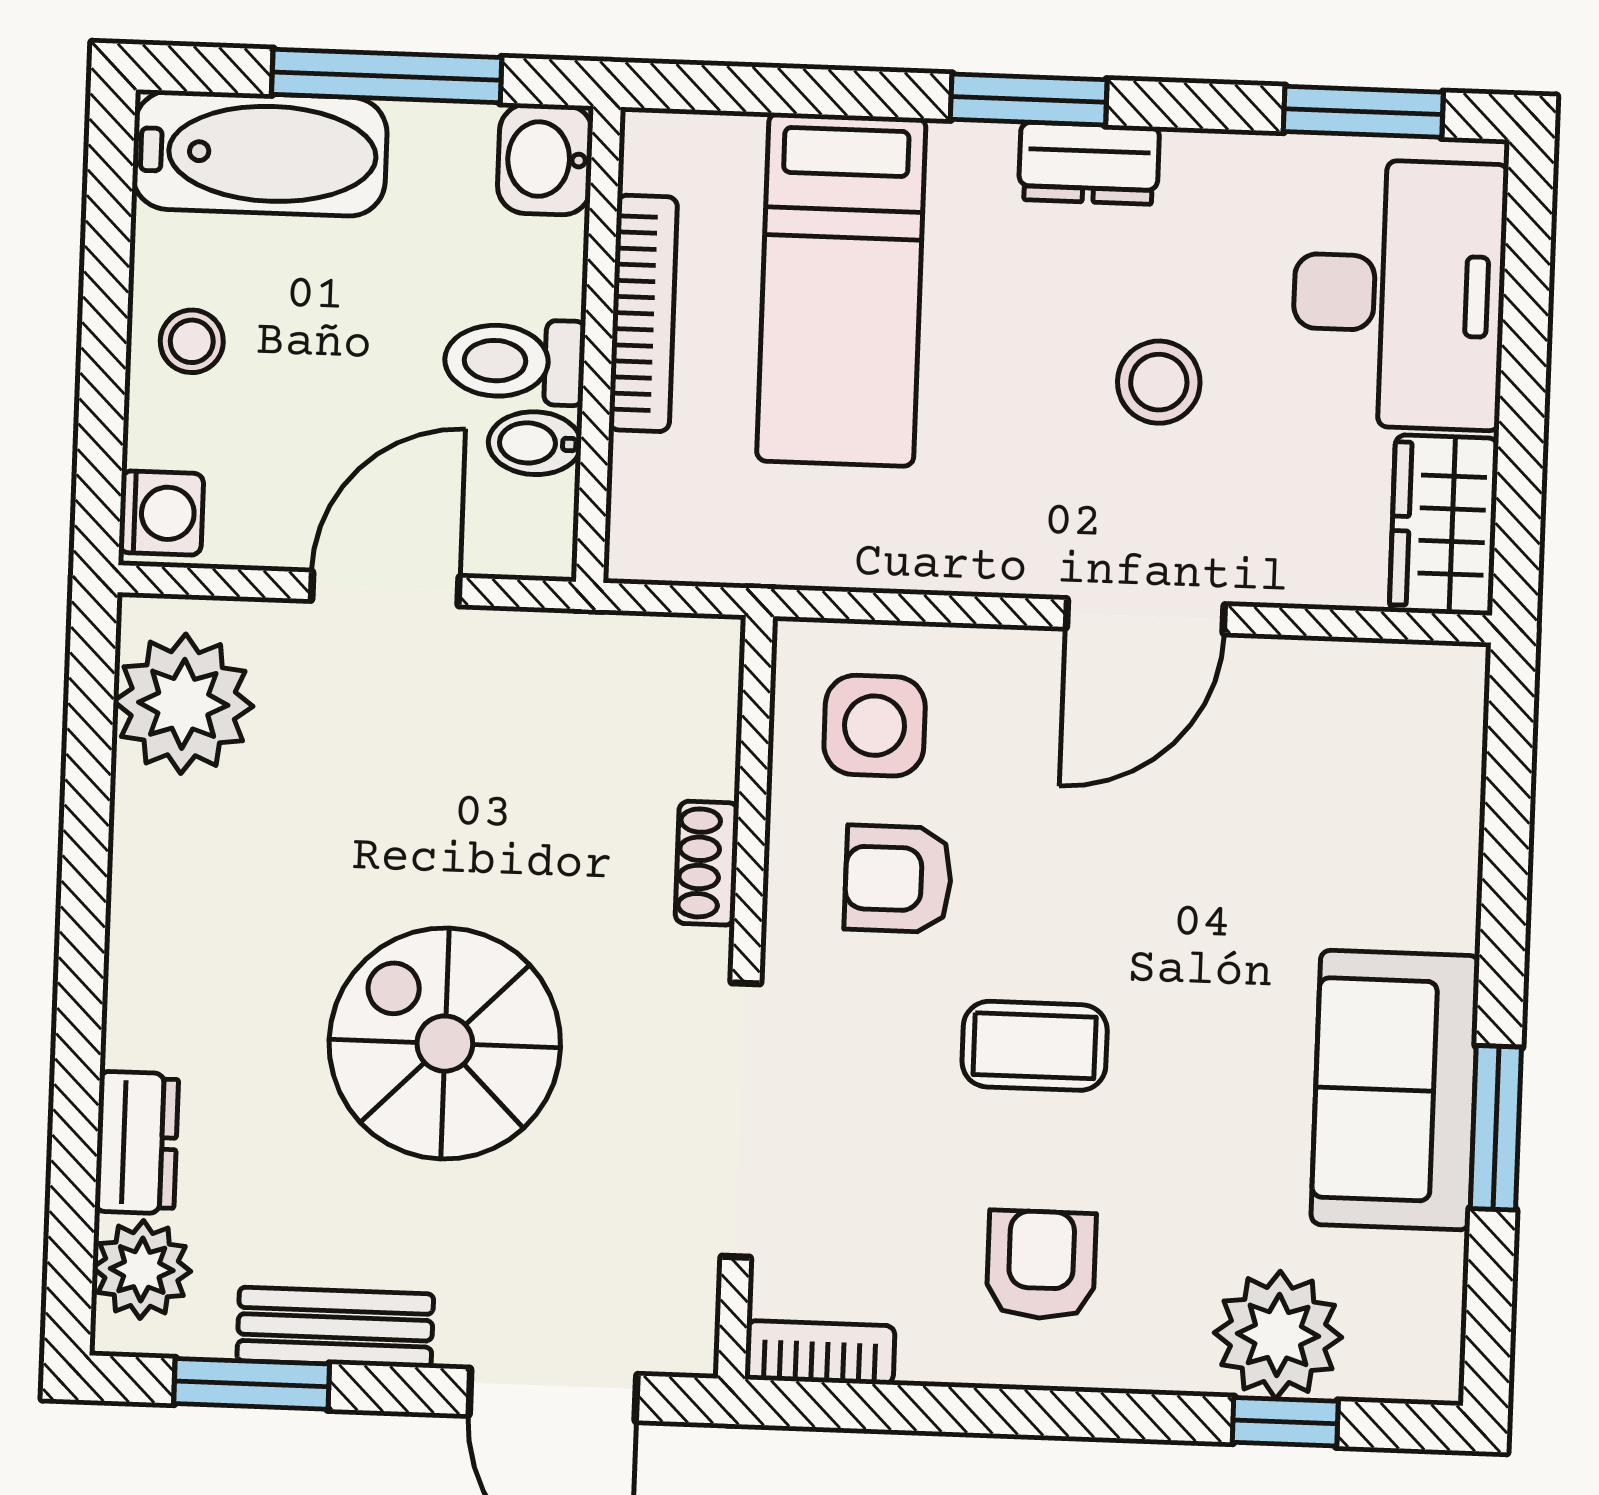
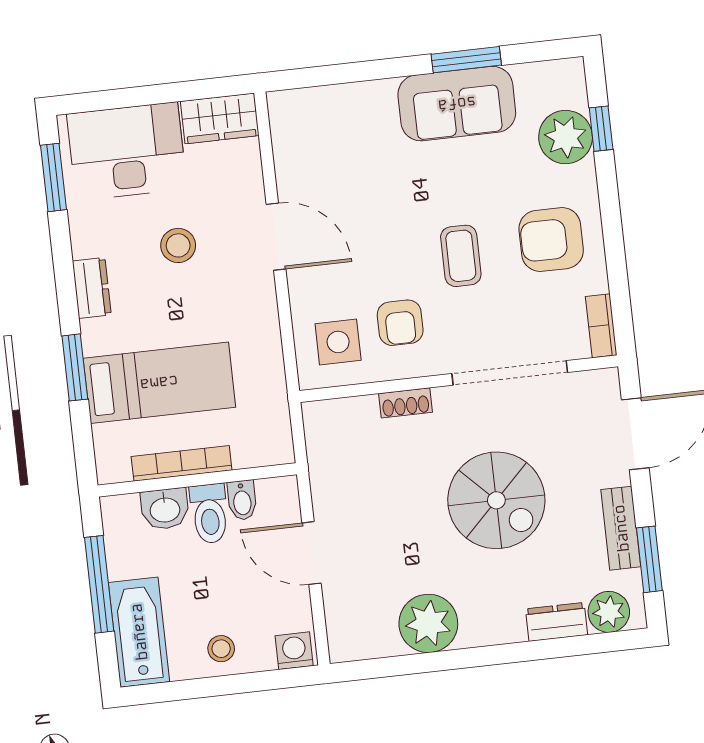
window: (1029, 100) -> (75, 367), moved
washbasin: (545, 159) -> (165, 509), moved
plant: (183, 704) -> (428, 623), moved
spiral stairs: (445, 1044) -> (496, 500), turned -90
armchair: (1041, 1265) -> (551, 240), width x1.38, depth x1.38

